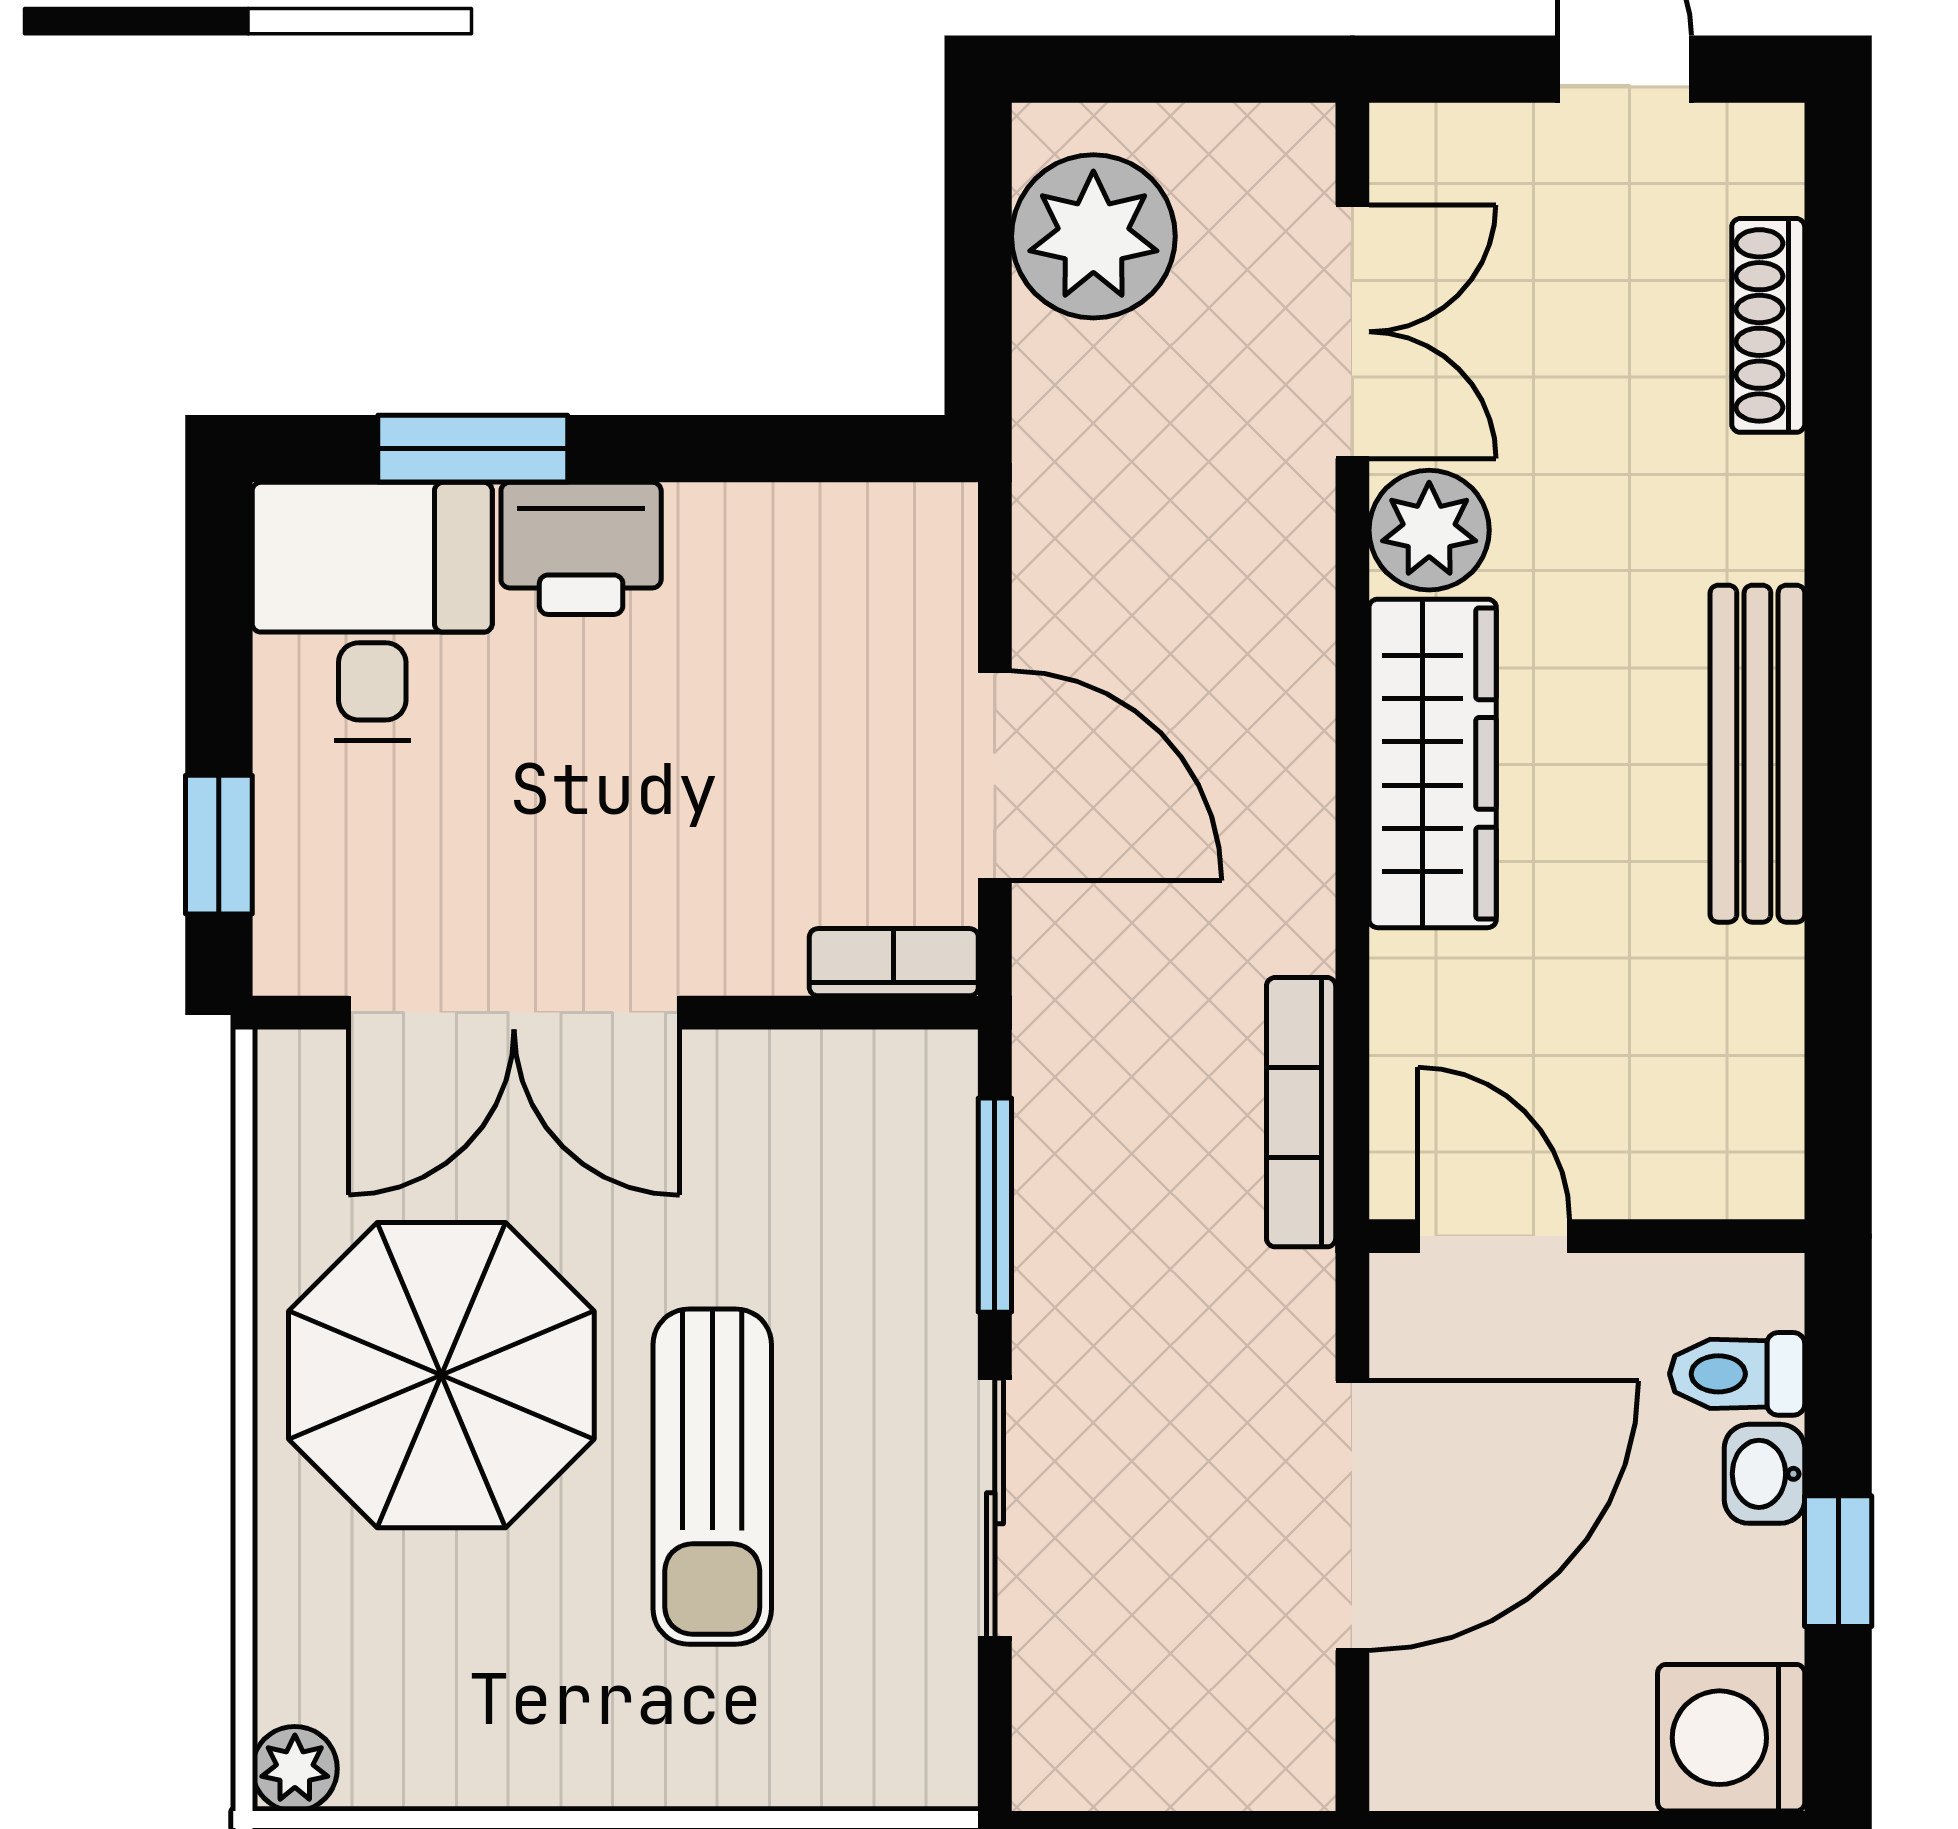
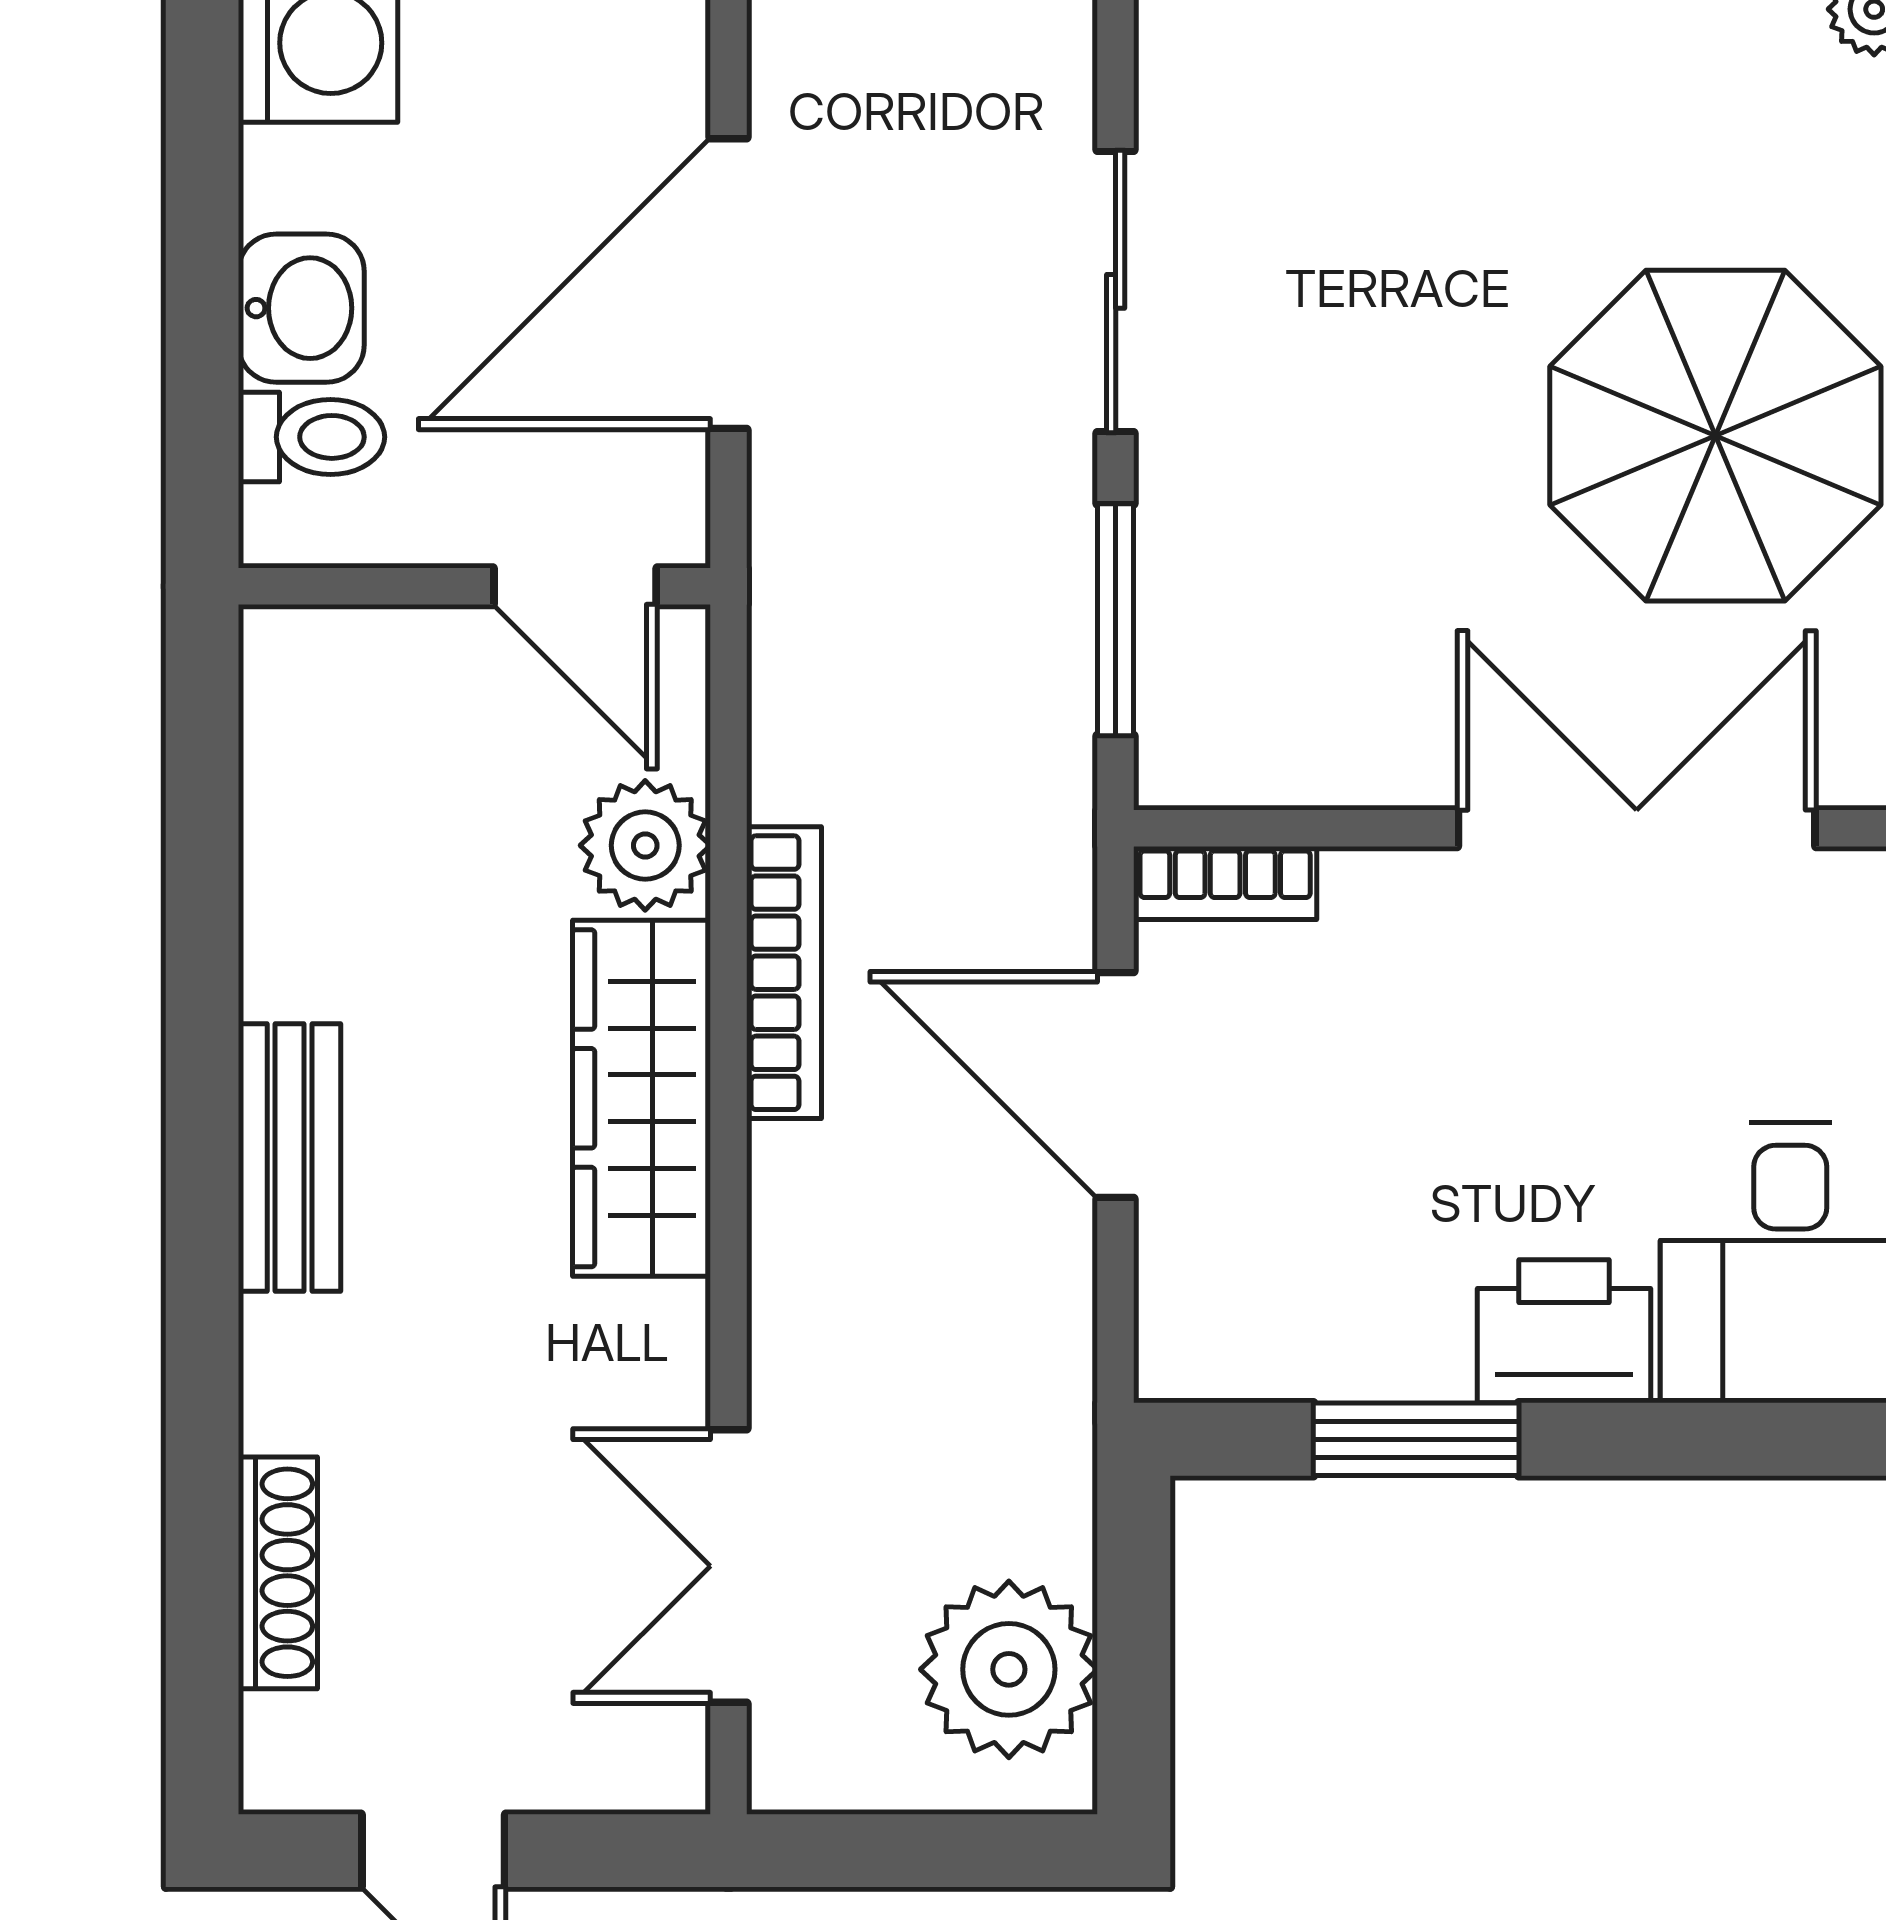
window: (473, 449) -> (1416, 1439), moved
plant: (1429, 530) -> (645, 845), moved
bench: (1757, 754) -> (290, 1158), width x0.73
bookcase: (1301, 1112) -> (784, 973), moved
washbasin: (1765, 1474) -> (301, 308), width x1.38, depth x1.45
sun lounger: (712, 1477) -> (1422, 326), removed
window: (1838, 1561) -> (202, 234), removed

